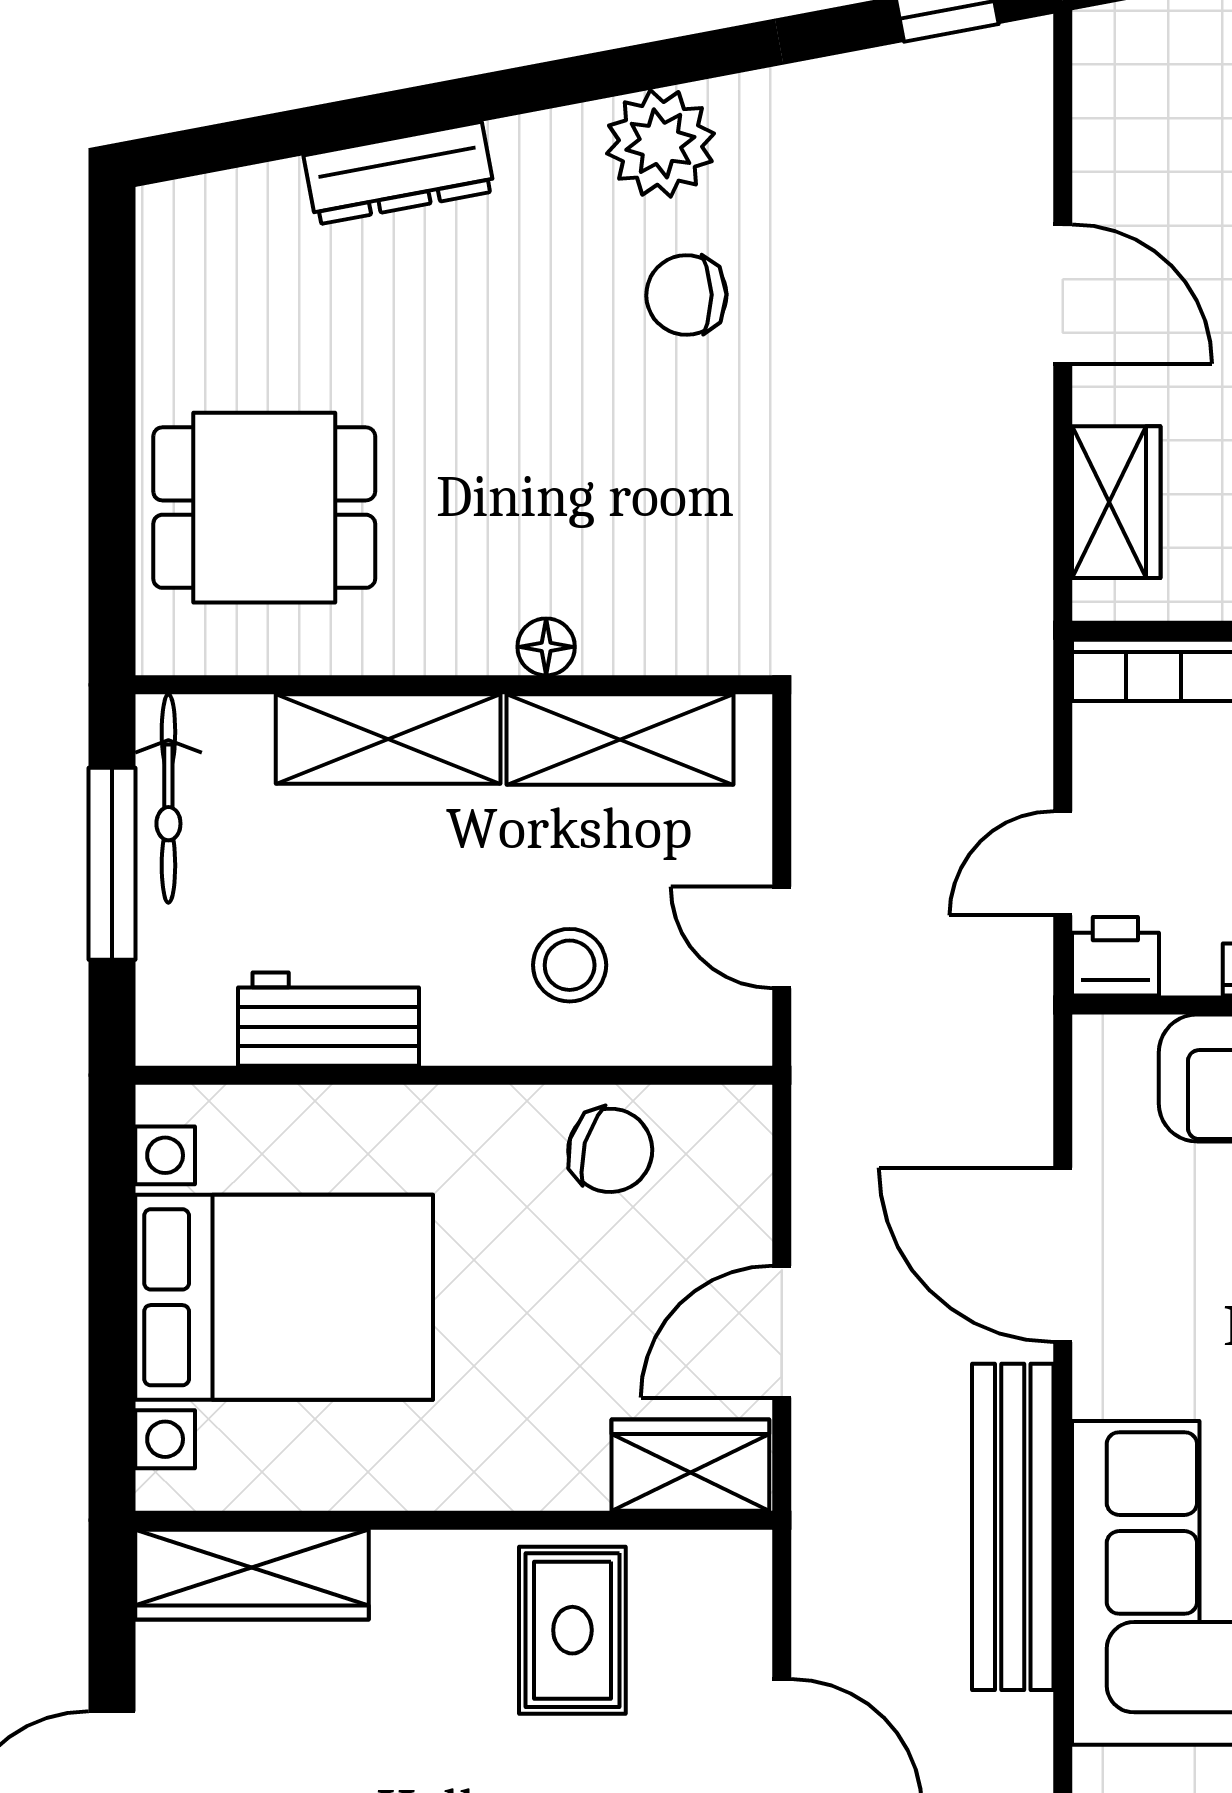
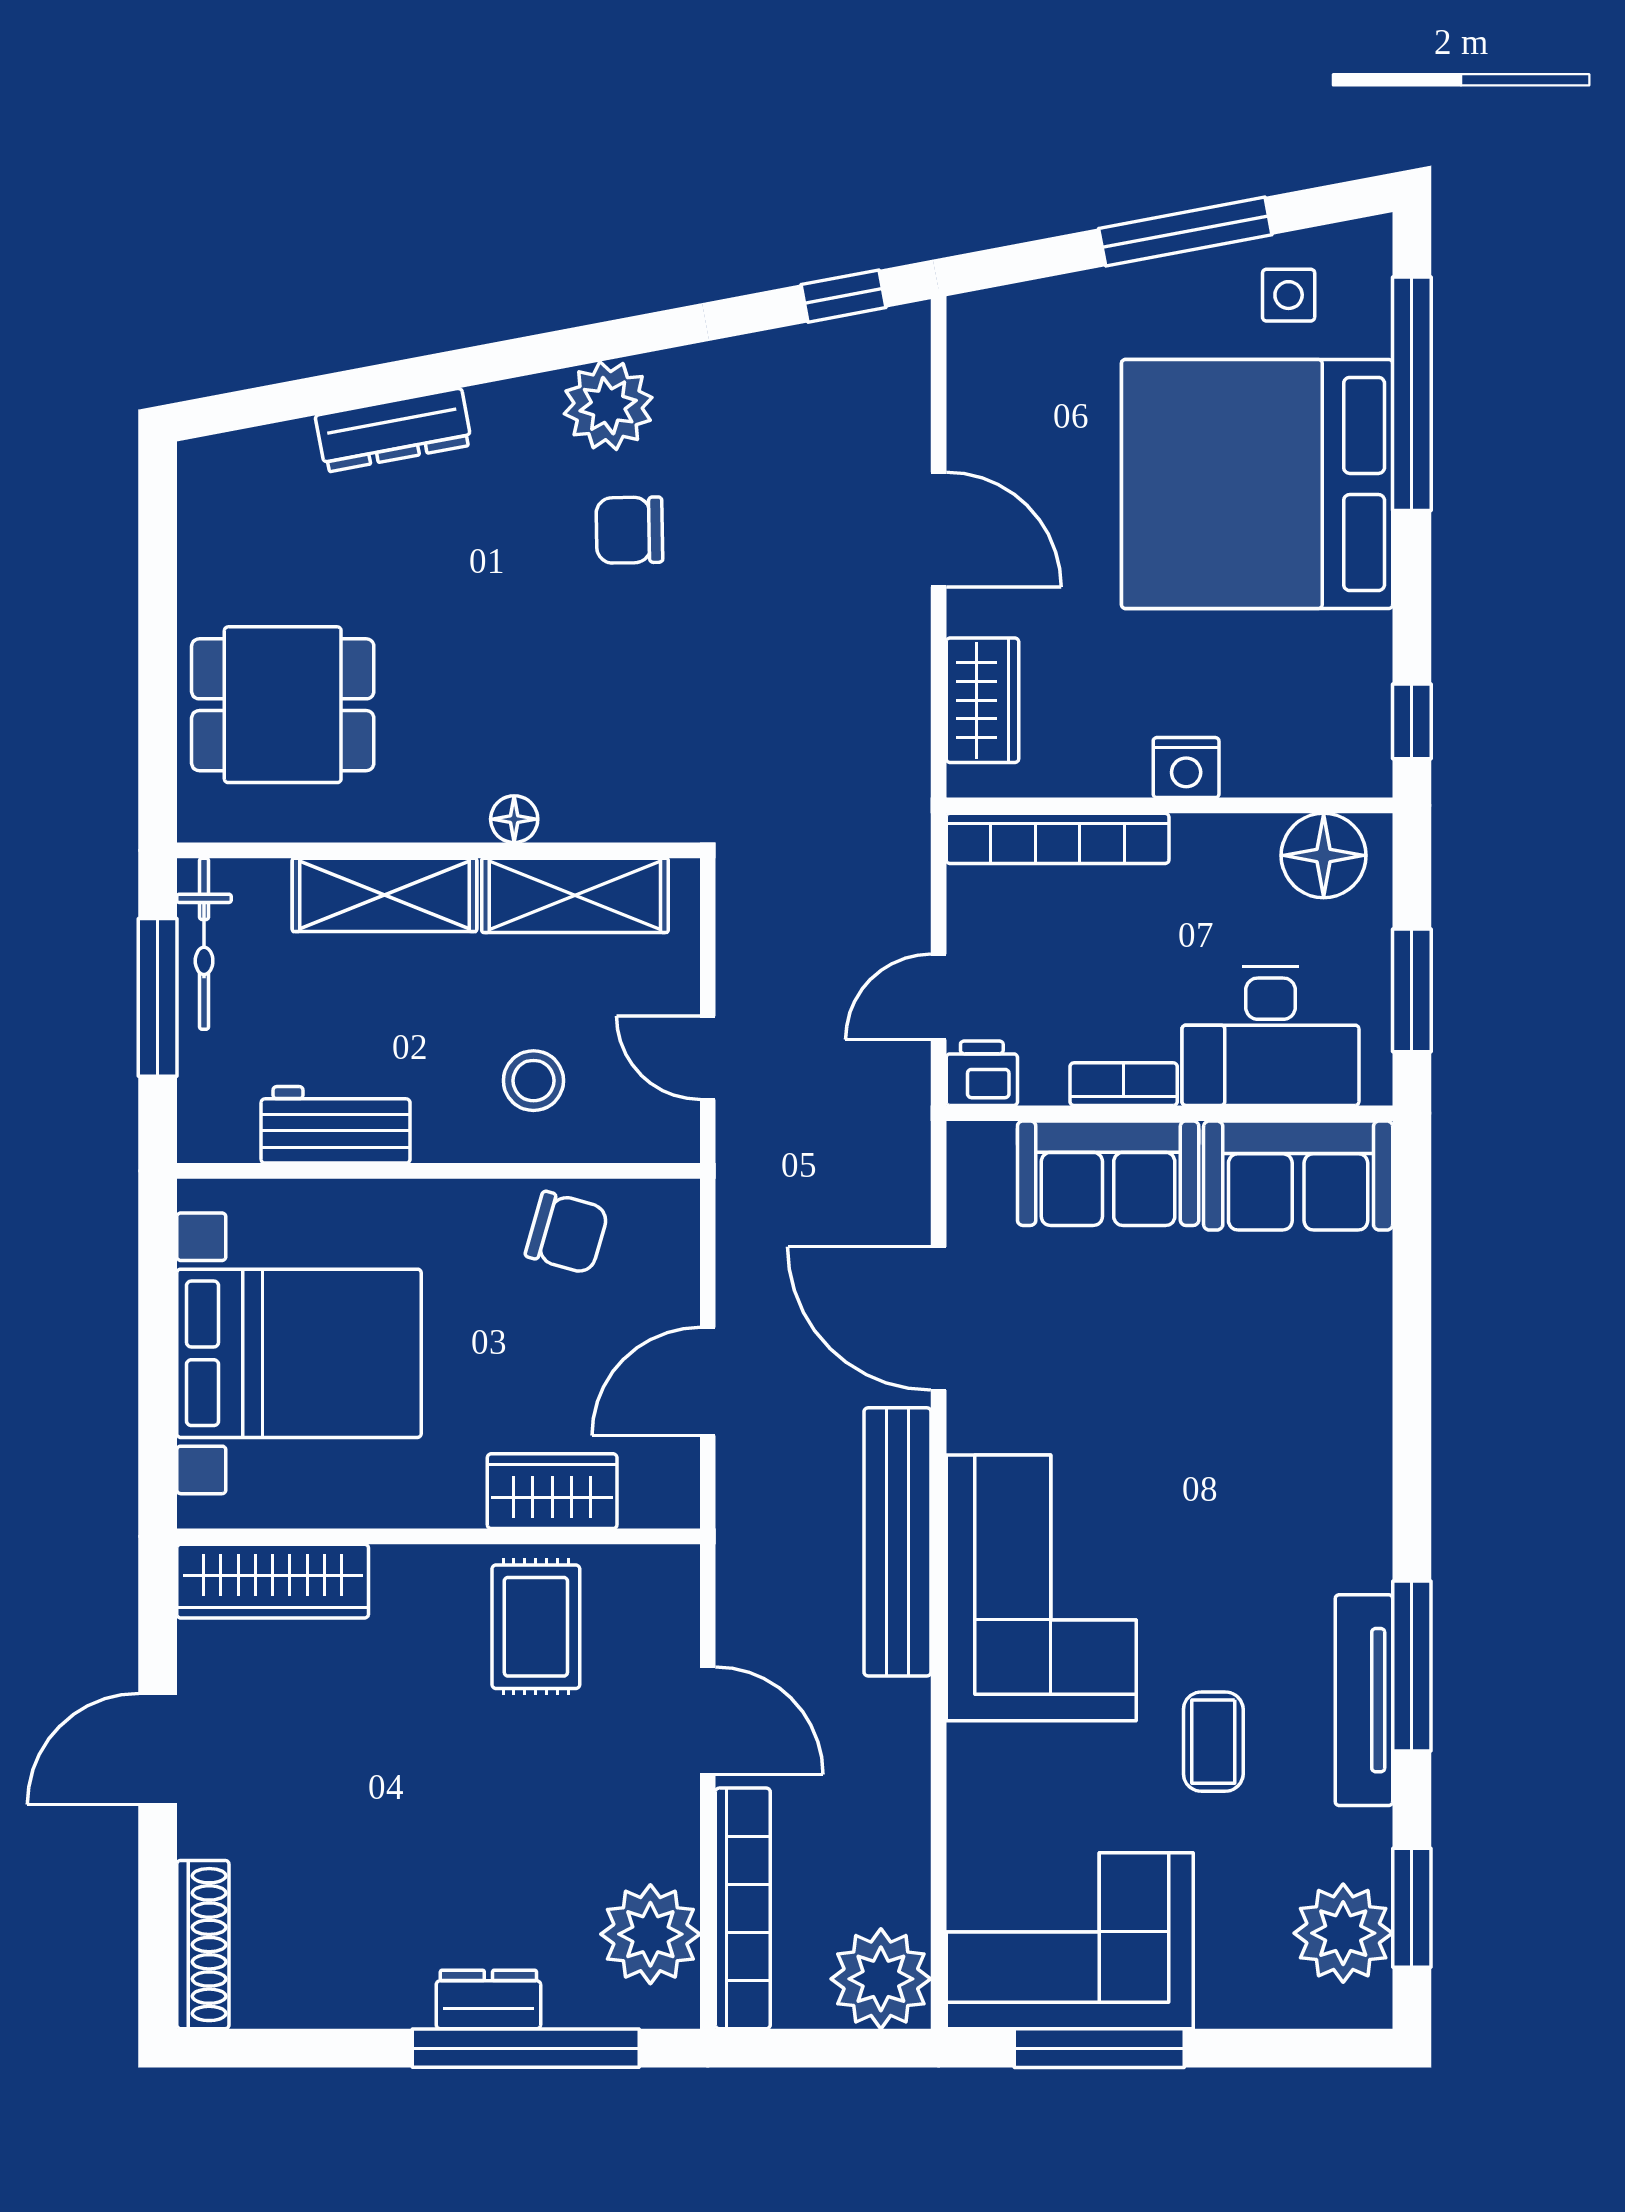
wardrobe: (690, 1465) -> (552, 1491), moved

